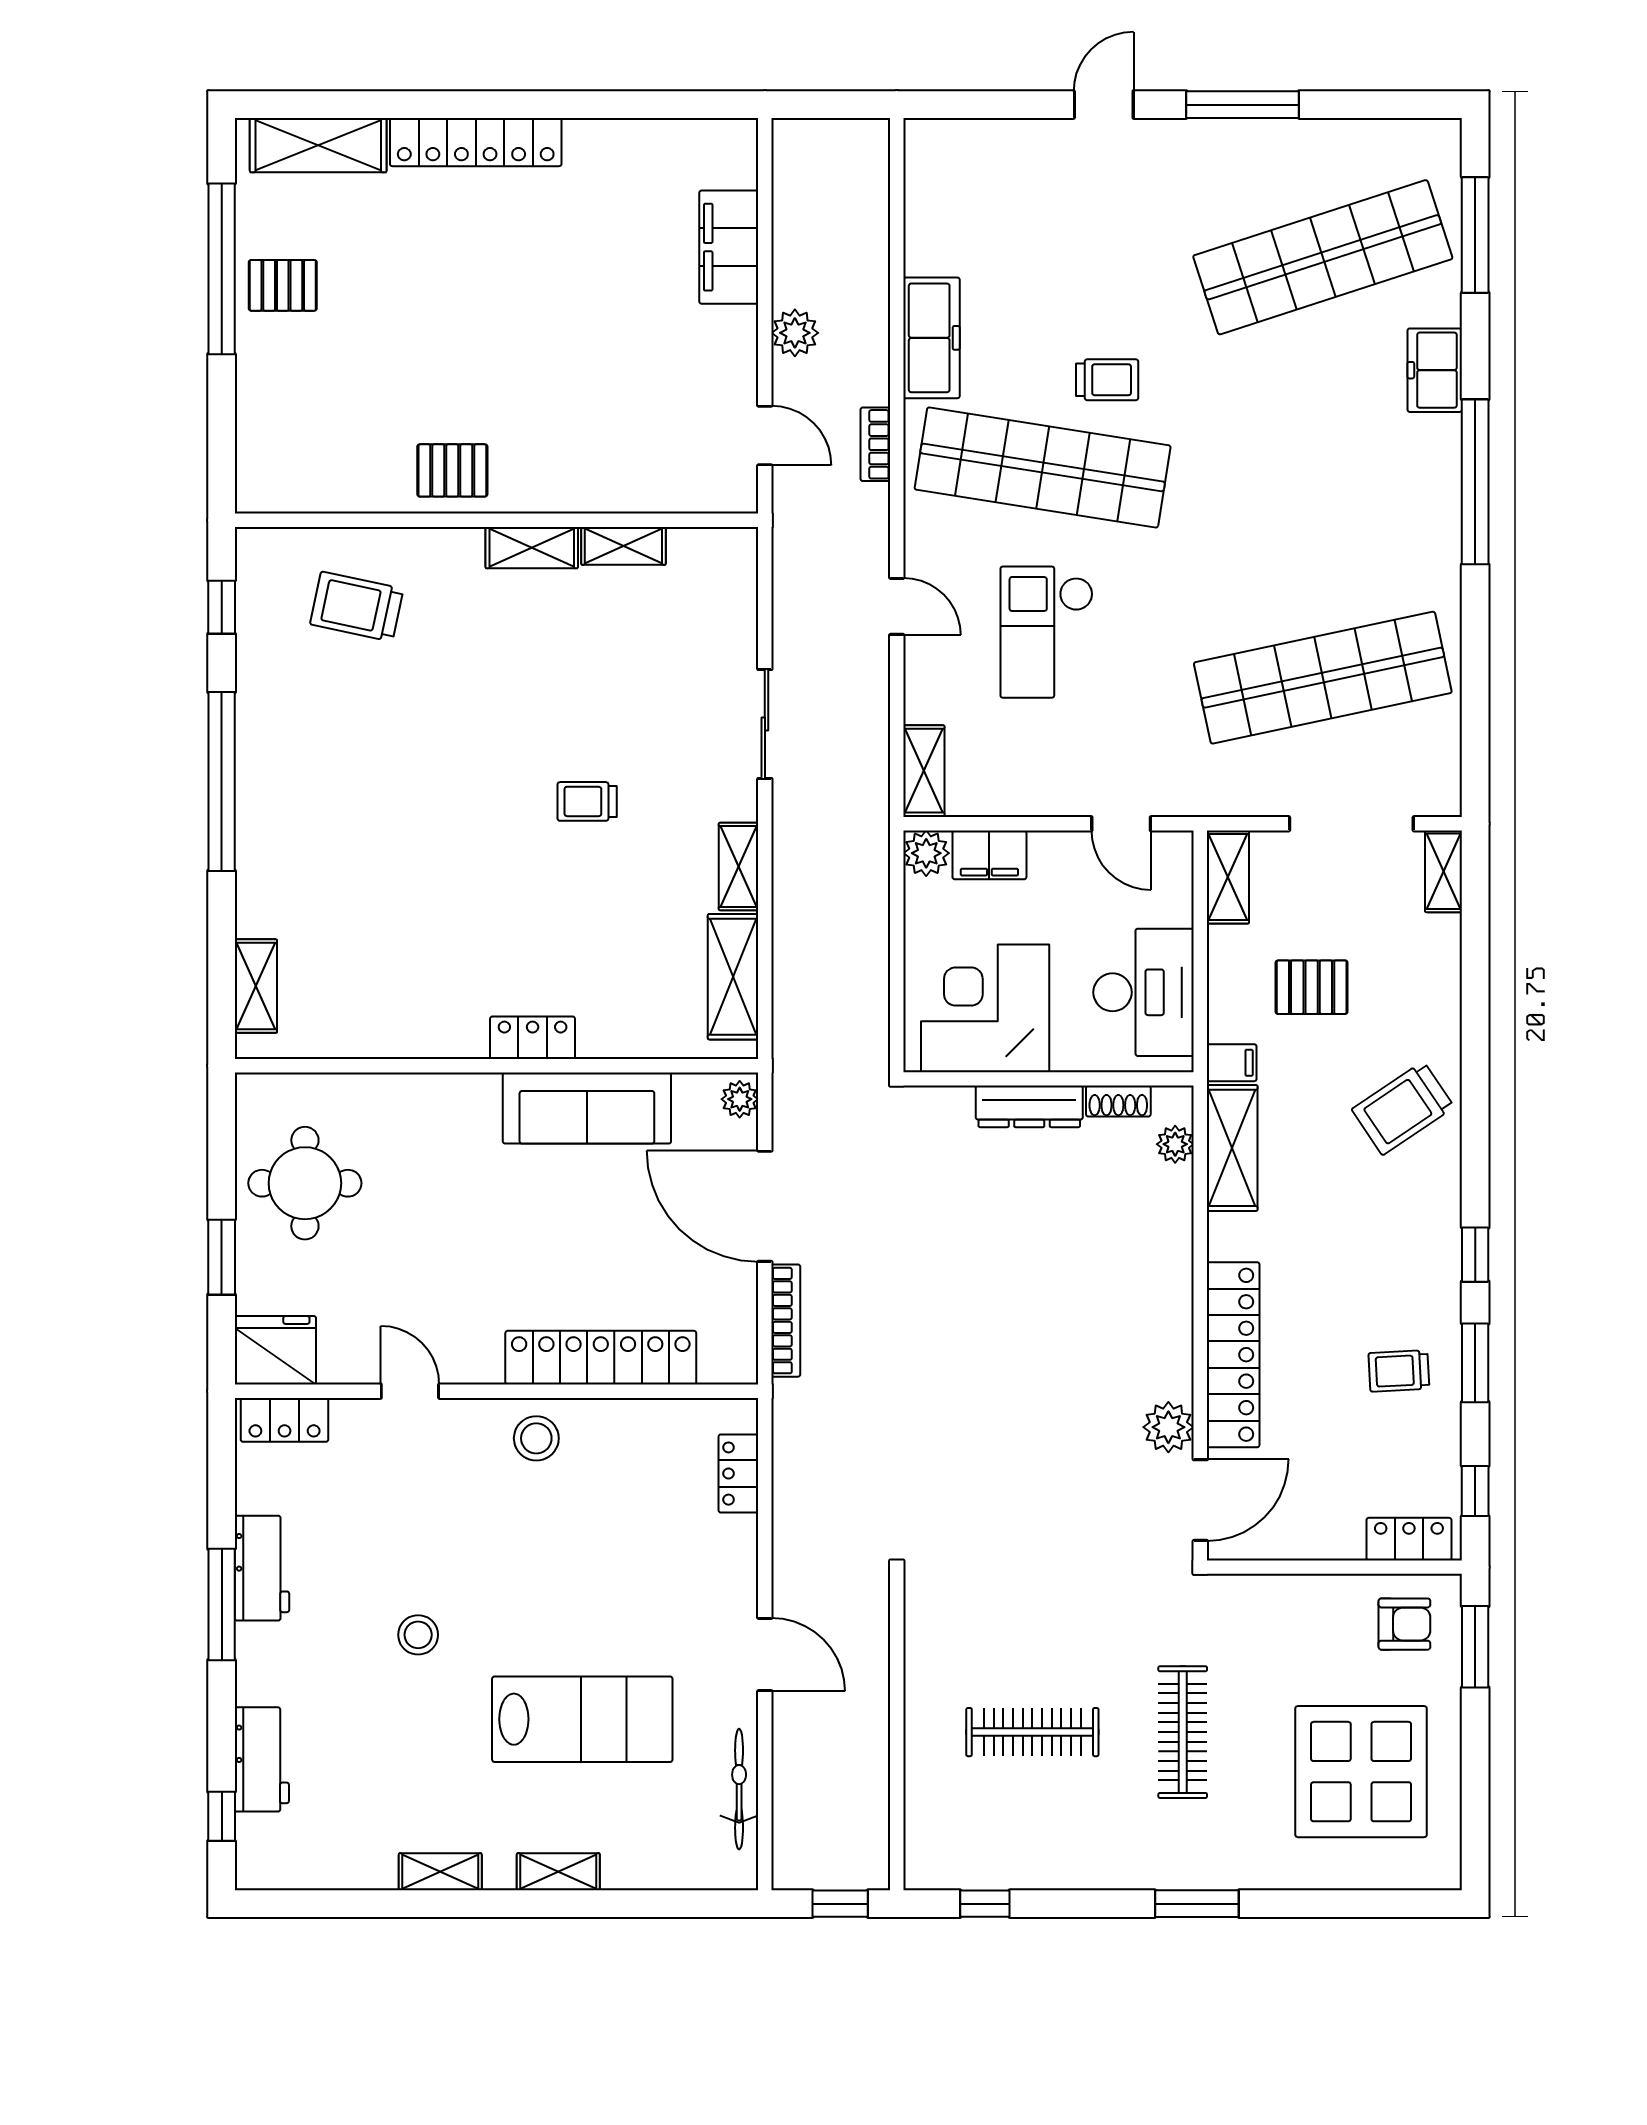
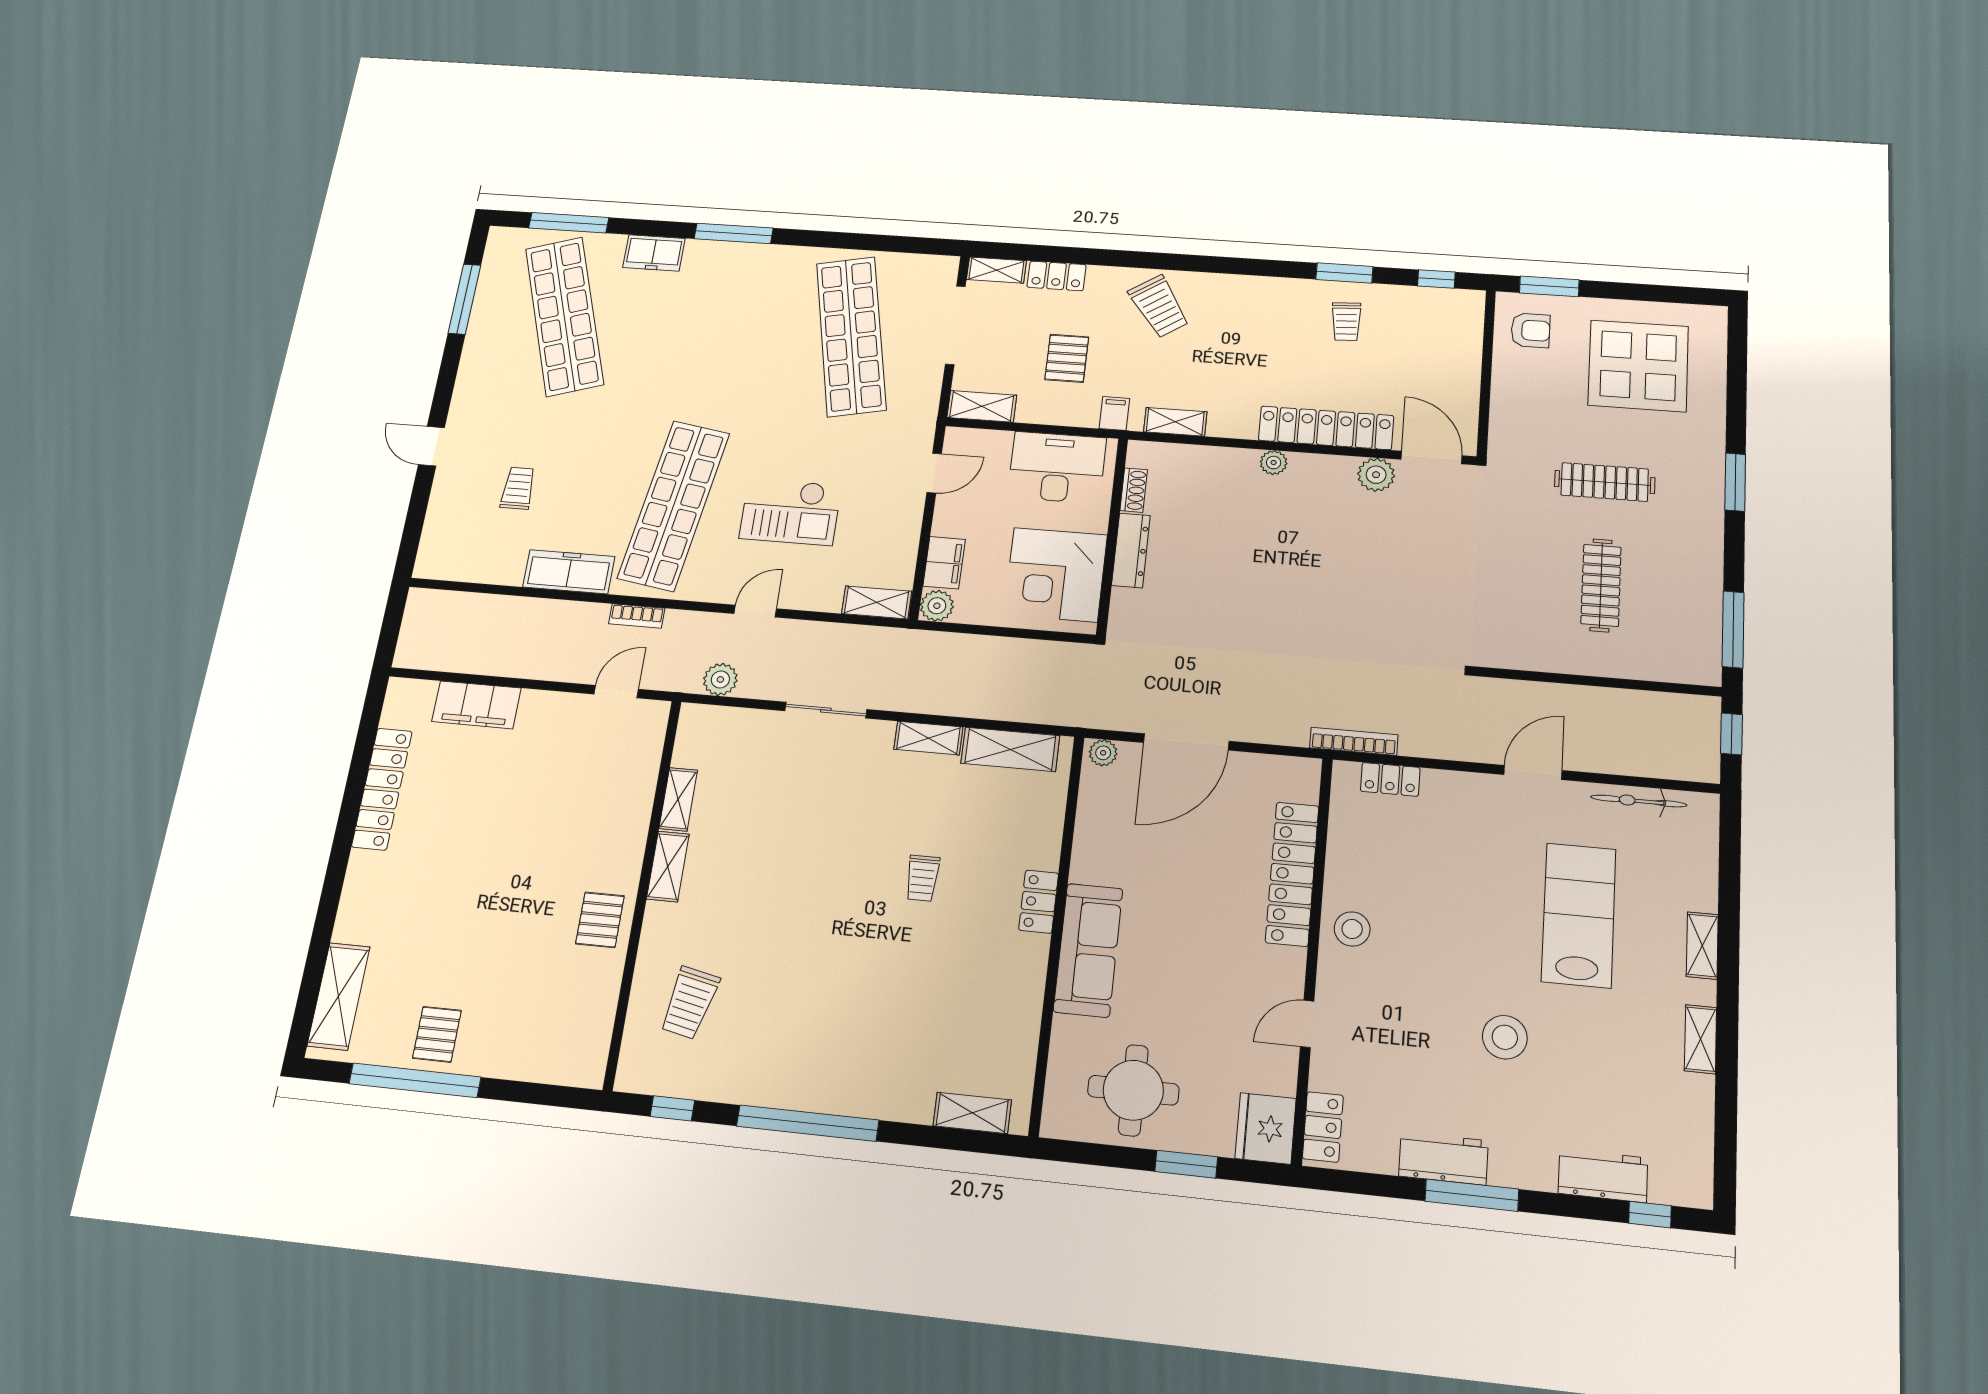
window: (1243, 105) -> (464, 299), moved
locker: (476, 142) -> (382, 789), moved
plant: (795, 333) -> (720, 679), moved
trolley: (1107, 380) -> (518, 488), moved
window: (1475, 482) -> (734, 233), width x0.68
trolley: (587, 801) -> (922, 878), moved
sofa: (587, 1108) -> (1088, 950), moved
plant: (1175, 1144) -> (1274, 463), moved
shelving: (1232, 1148) -> (1175, 422), width x0.67, depth x0.75
window: (1475, 1255) -> (1267, 268), removed
bookcase: (786, 1321) -> (1354, 741), moved
locker: (1409, 1539) -> (1057, 276), moved, turned -90
armchair: (1404, 1624) -> (1530, 330), turned 90
stool: (418, 1635) -> (1505, 1037), width x1.38, depth x1.38
window: (985, 1904) -> (1733, 629), width x2.17

